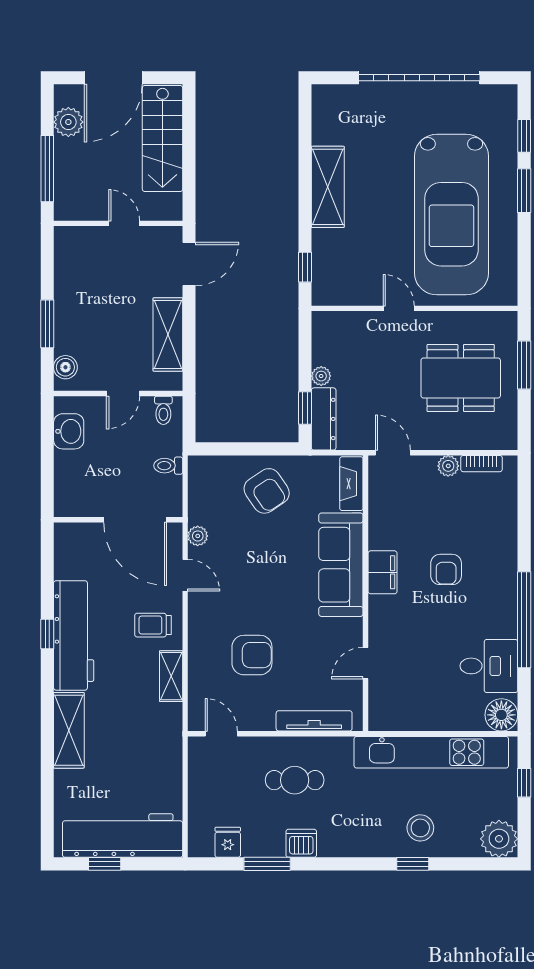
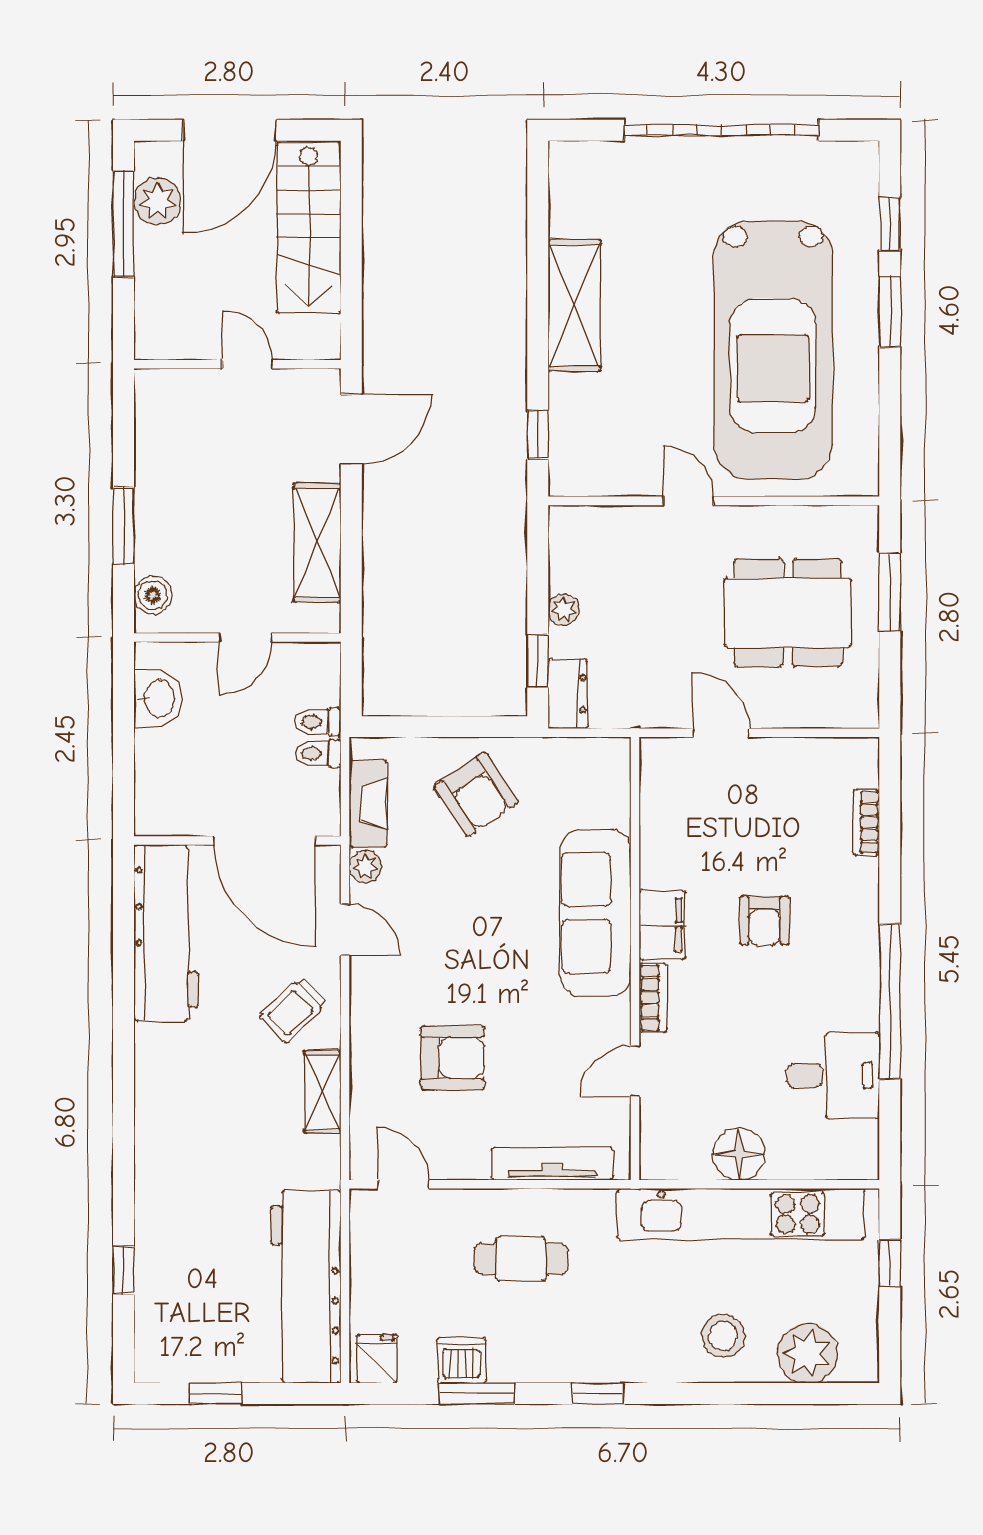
window: (47, 169) -> (123, 224), moved
toilet: (163, 410) -> (318, 722), moved, turned 90
dresser: (324, 419) -> (568, 694), width x0.70
door: (393, 453) -> (721, 733), moved
bookcase: (482, 464) -> (866, 822), moved, turned 90
plant: (448, 466) -> (768, 754), removed
fireplace: (351, 484) -> (368, 804), moved, turned 180
bookcase: (377, 618) -> (653, 998), added
trolley: (153, 625) -> (293, 1010), turned -44
window: (47, 634) -> (123, 1270), moved
workbench: (74, 635) -> (166, 933), moved
floor lamp: (501, 715) -> (739, 1154), moved
shelving: (69, 730) -> (158, 1179), removed
workbench: (123, 836) -> (306, 1287), moved, turned -90
plant: (499, 839) -> (808, 1353), moved
fridge: (228, 842) -> (377, 1359), moved
dishwasher: (301, 843) -> (462, 1360), moved
window: (413, 864) -> (597, 1394), moved

